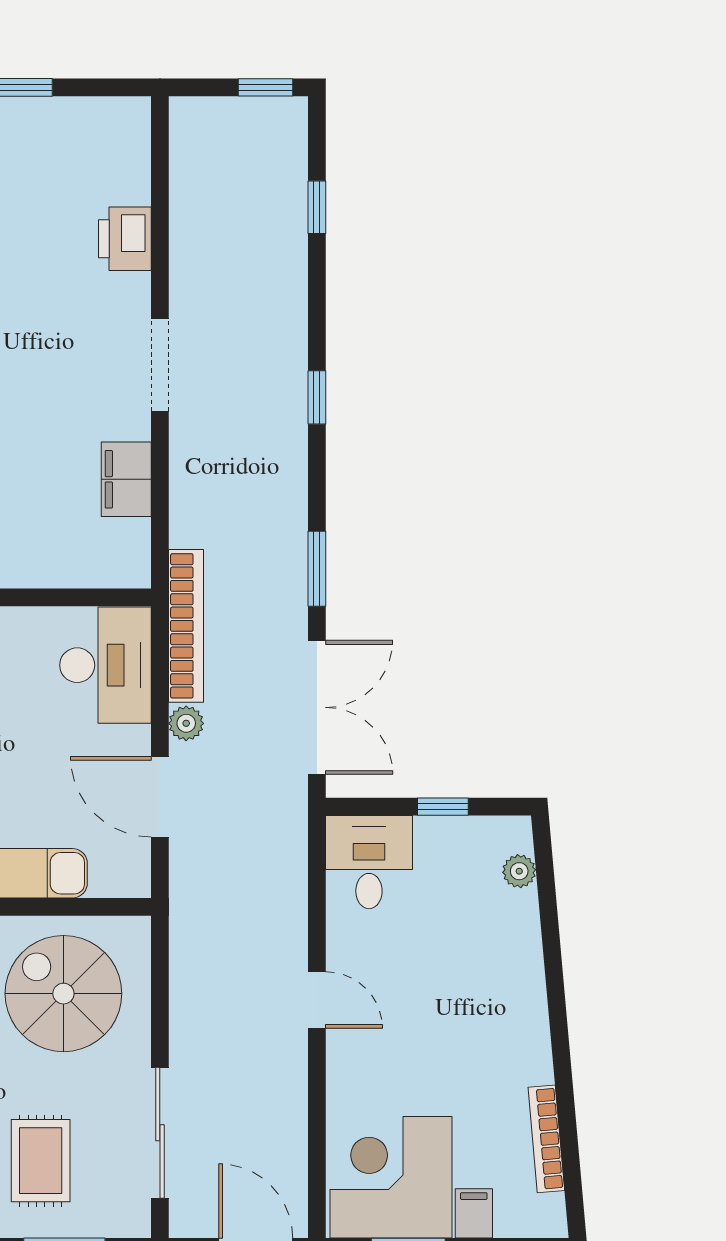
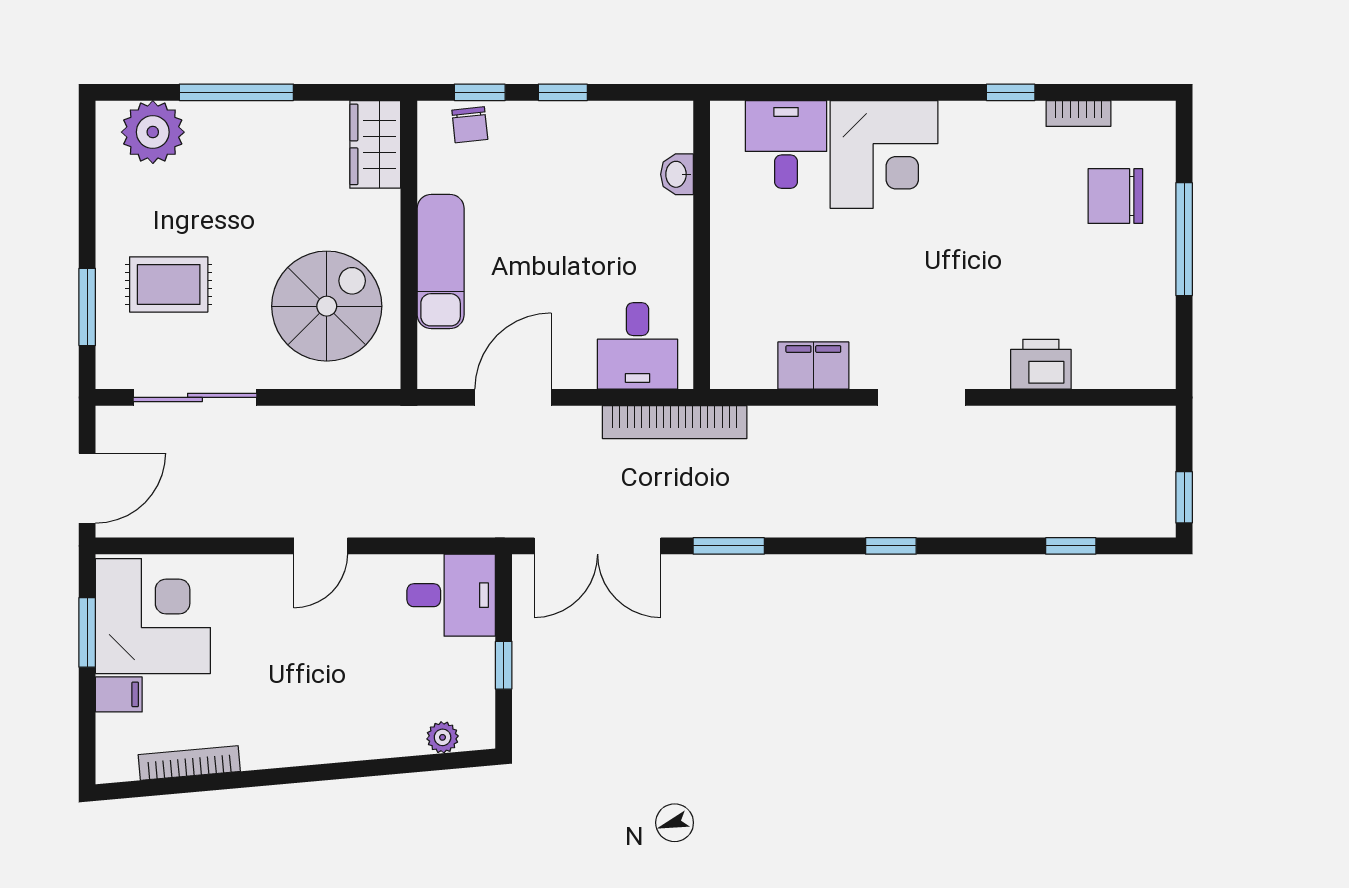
desk: (106, 665) -> (637, 346), width x0.73
plant: (186, 723) -> (582, 422), removed

